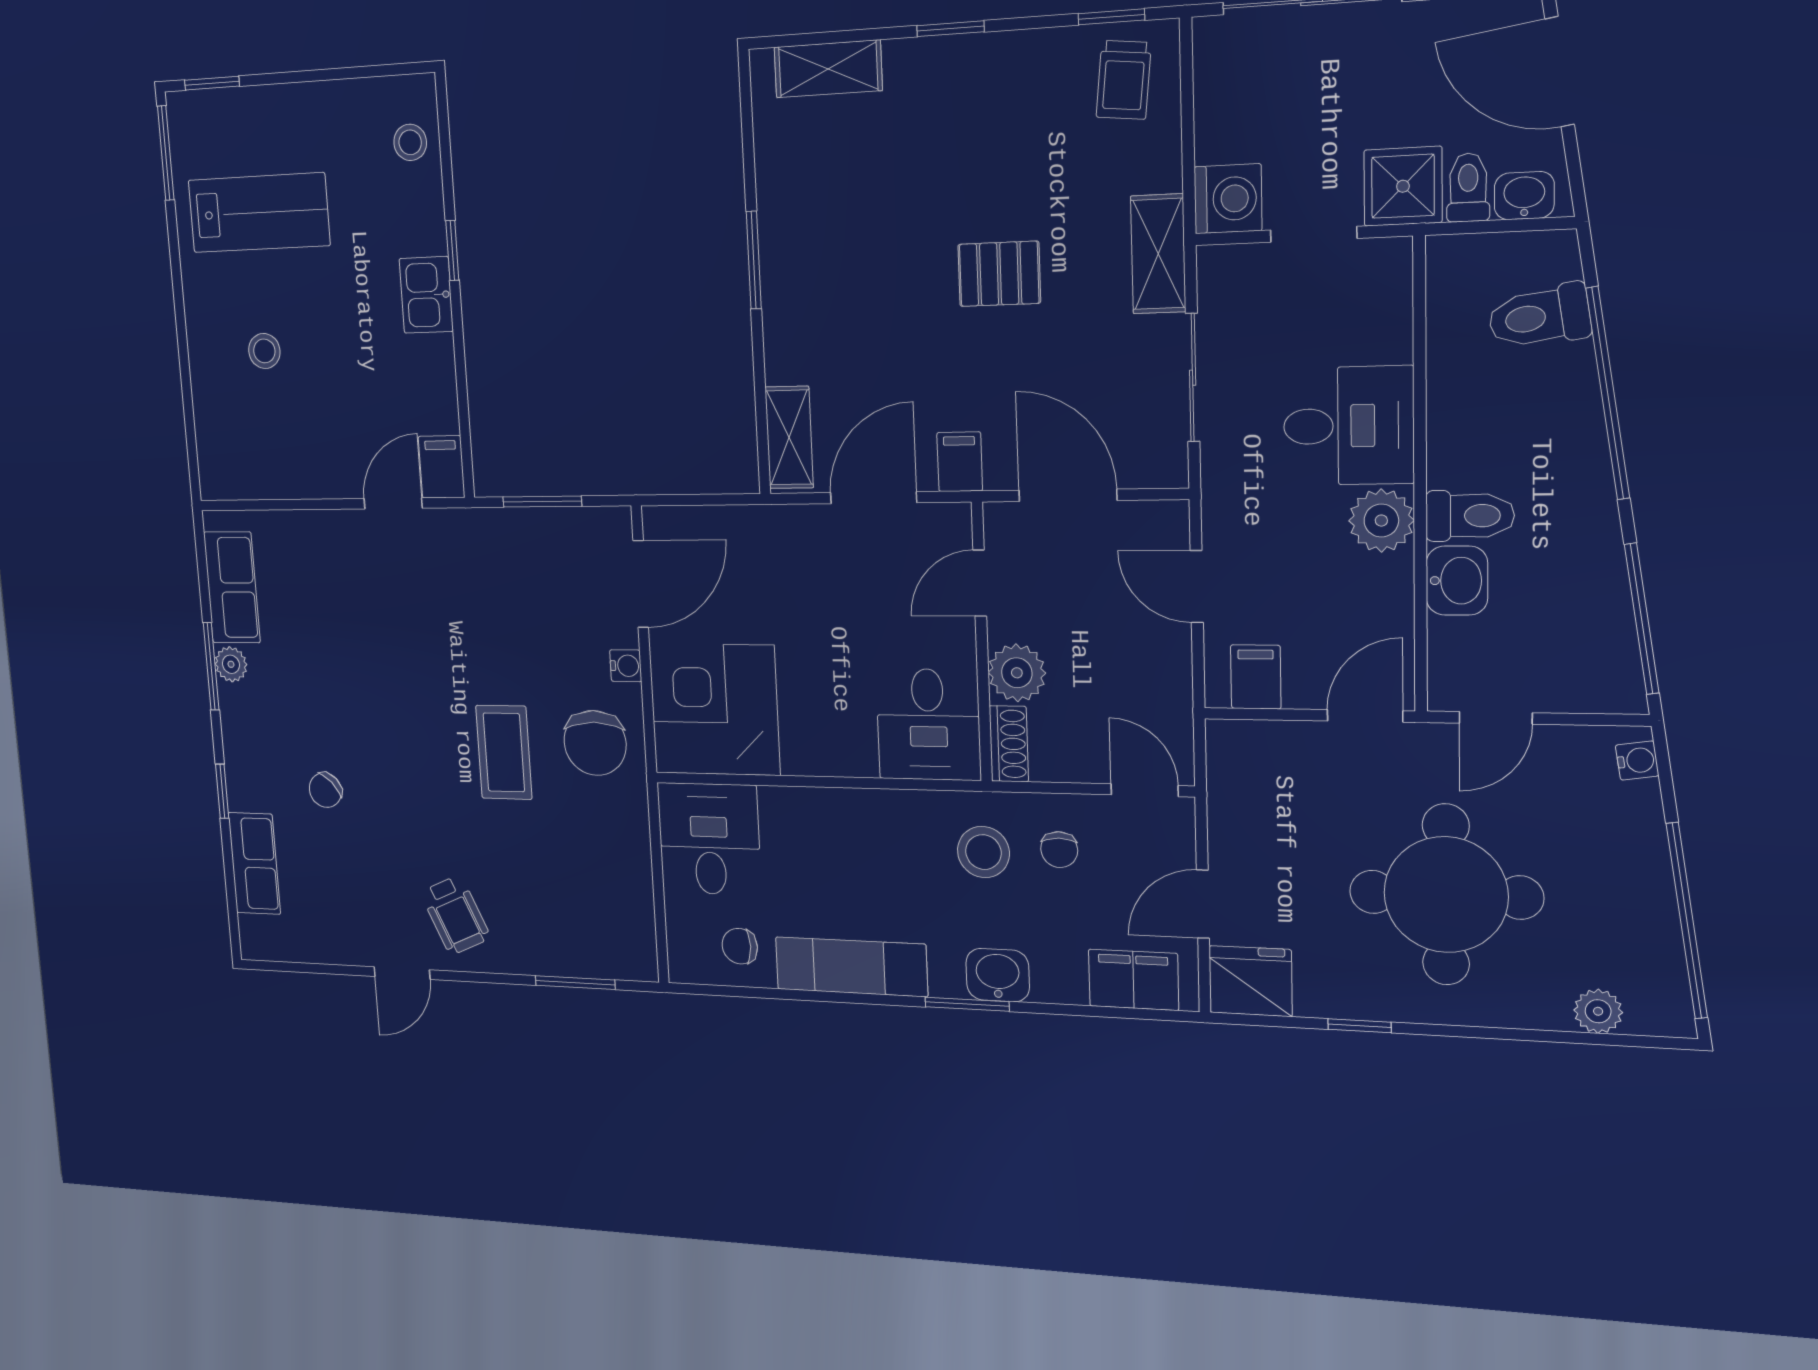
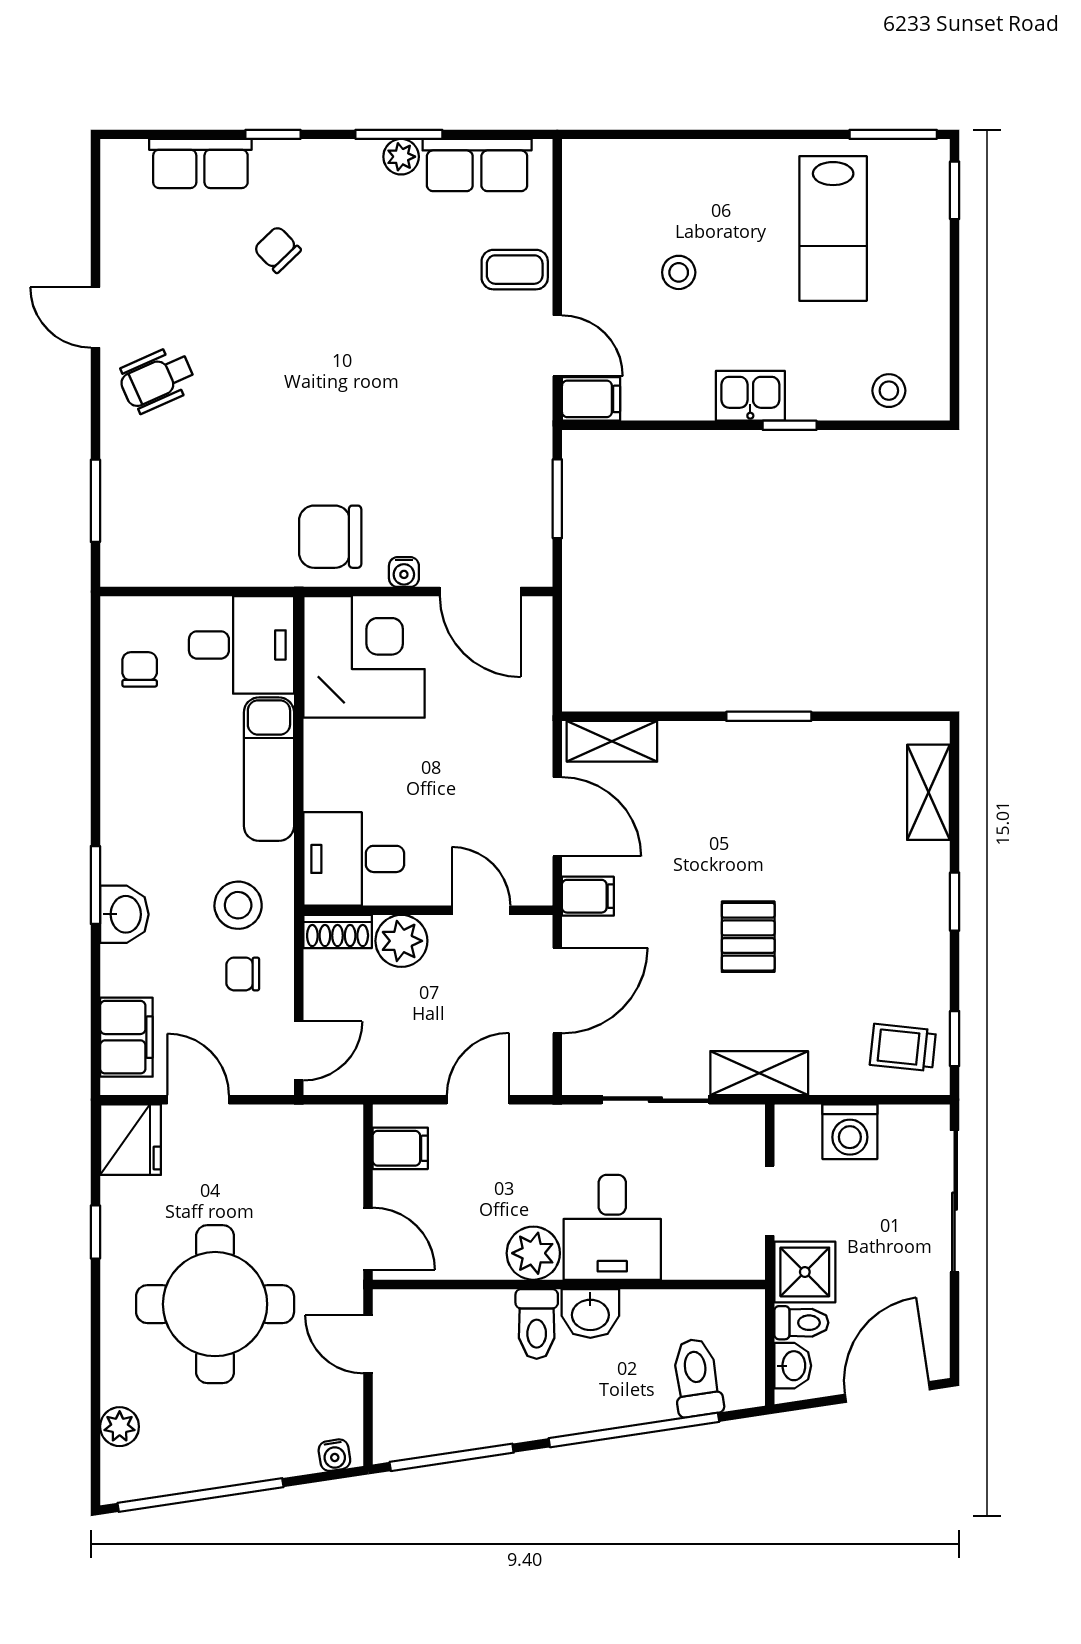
washing machine: (1228, 199) -> (850, 1132), moved
stool: (264, 351) -> (679, 272), moved
washbasin: (1457, 581) -> (590, 1313), moved
coffee table: (504, 752) -> (515, 270), moved, width x0.73, depth x0.77
exam couch: (851, 967) -> (269, 769), moved, turned 180

